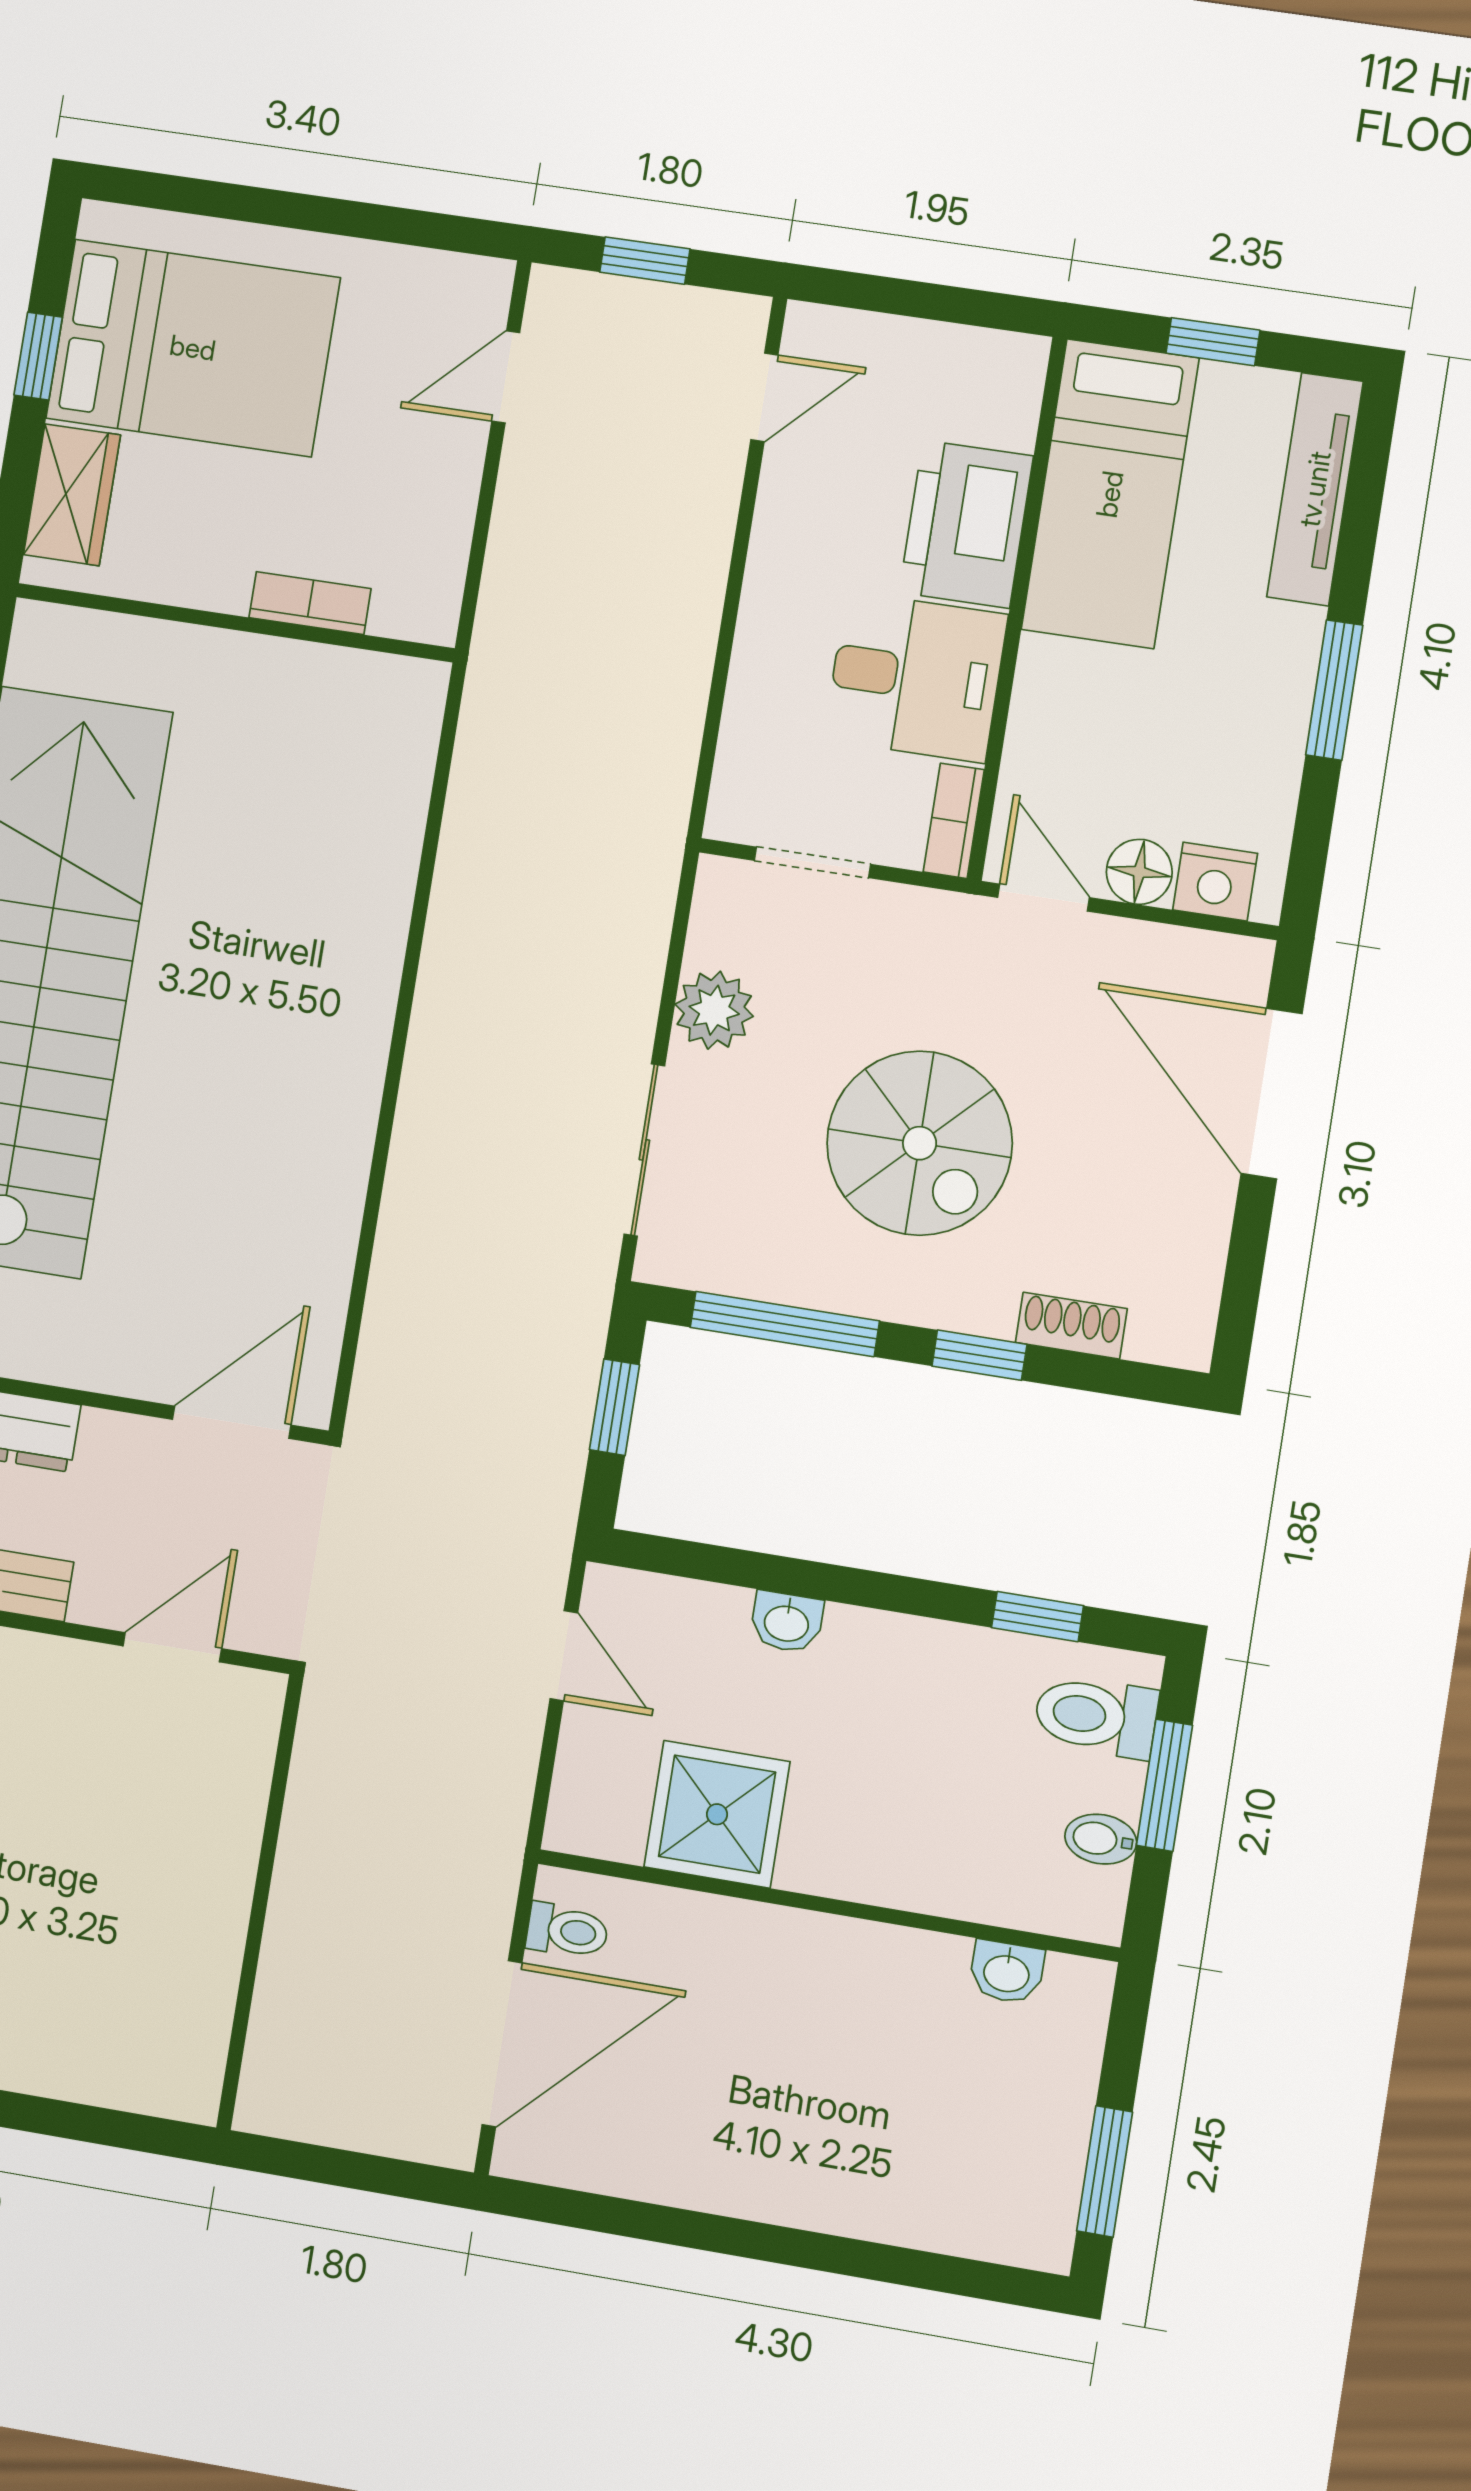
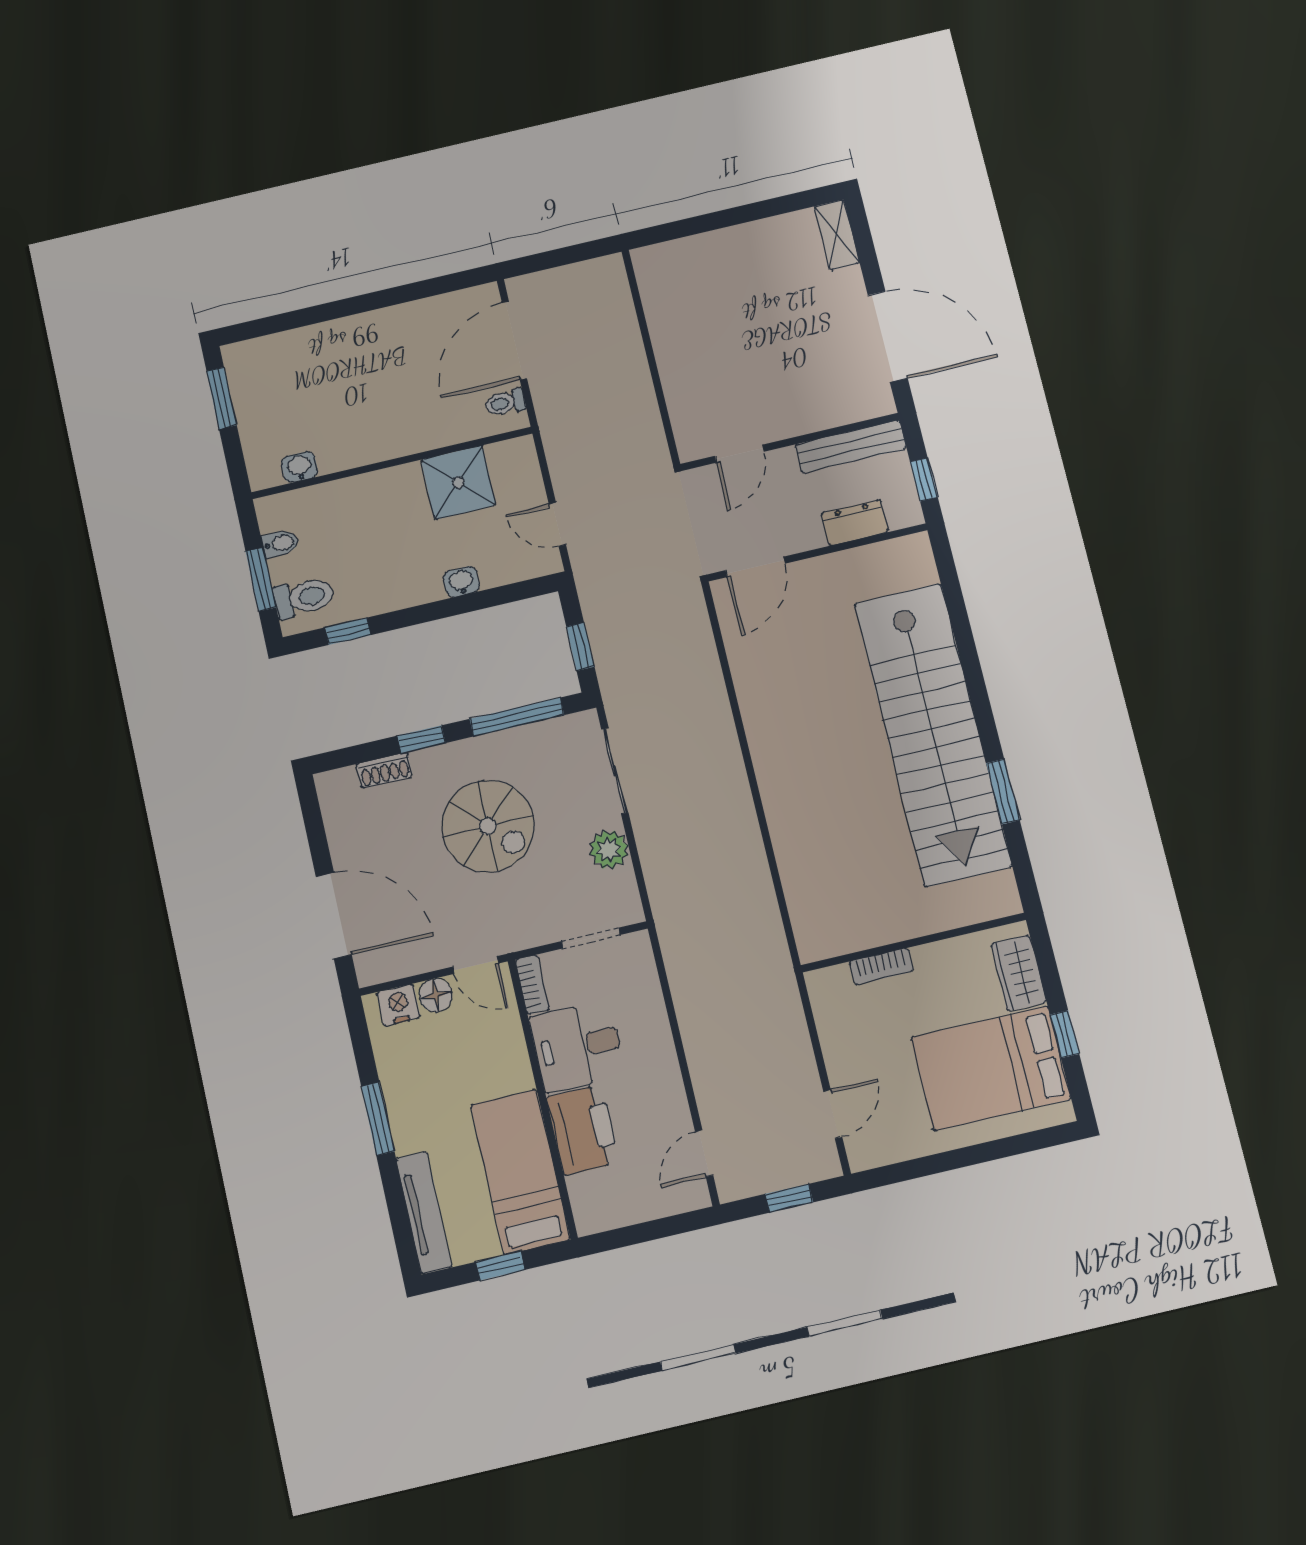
spiral stairs: (920, 1143) -> (488, 826), turned 180

